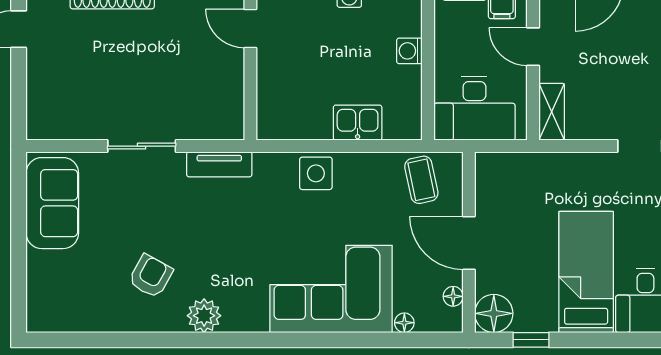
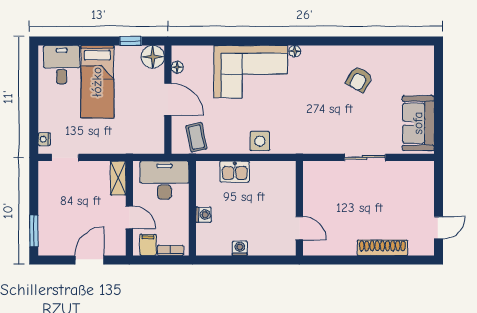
tv unit: (219, 164) -> (318, 146), removed
plant: (204, 316) -> (327, 56), removed
floor lamp: (404, 323) -> (295, 51), moved

